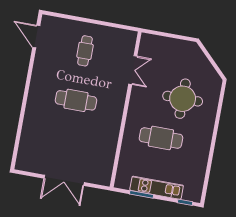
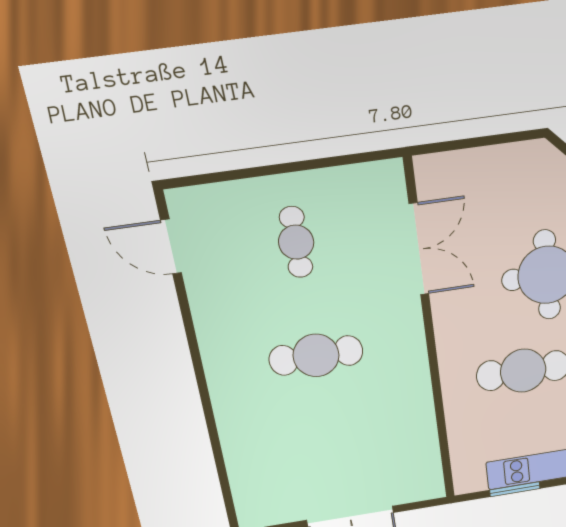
double door: (133, 70) -> (419, 249), width x1.37

